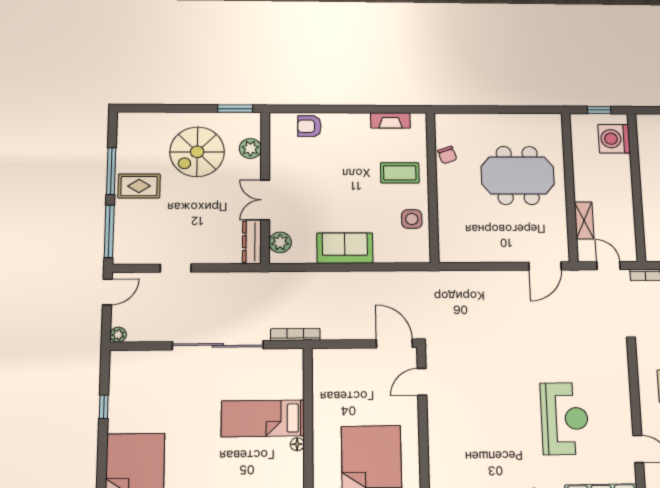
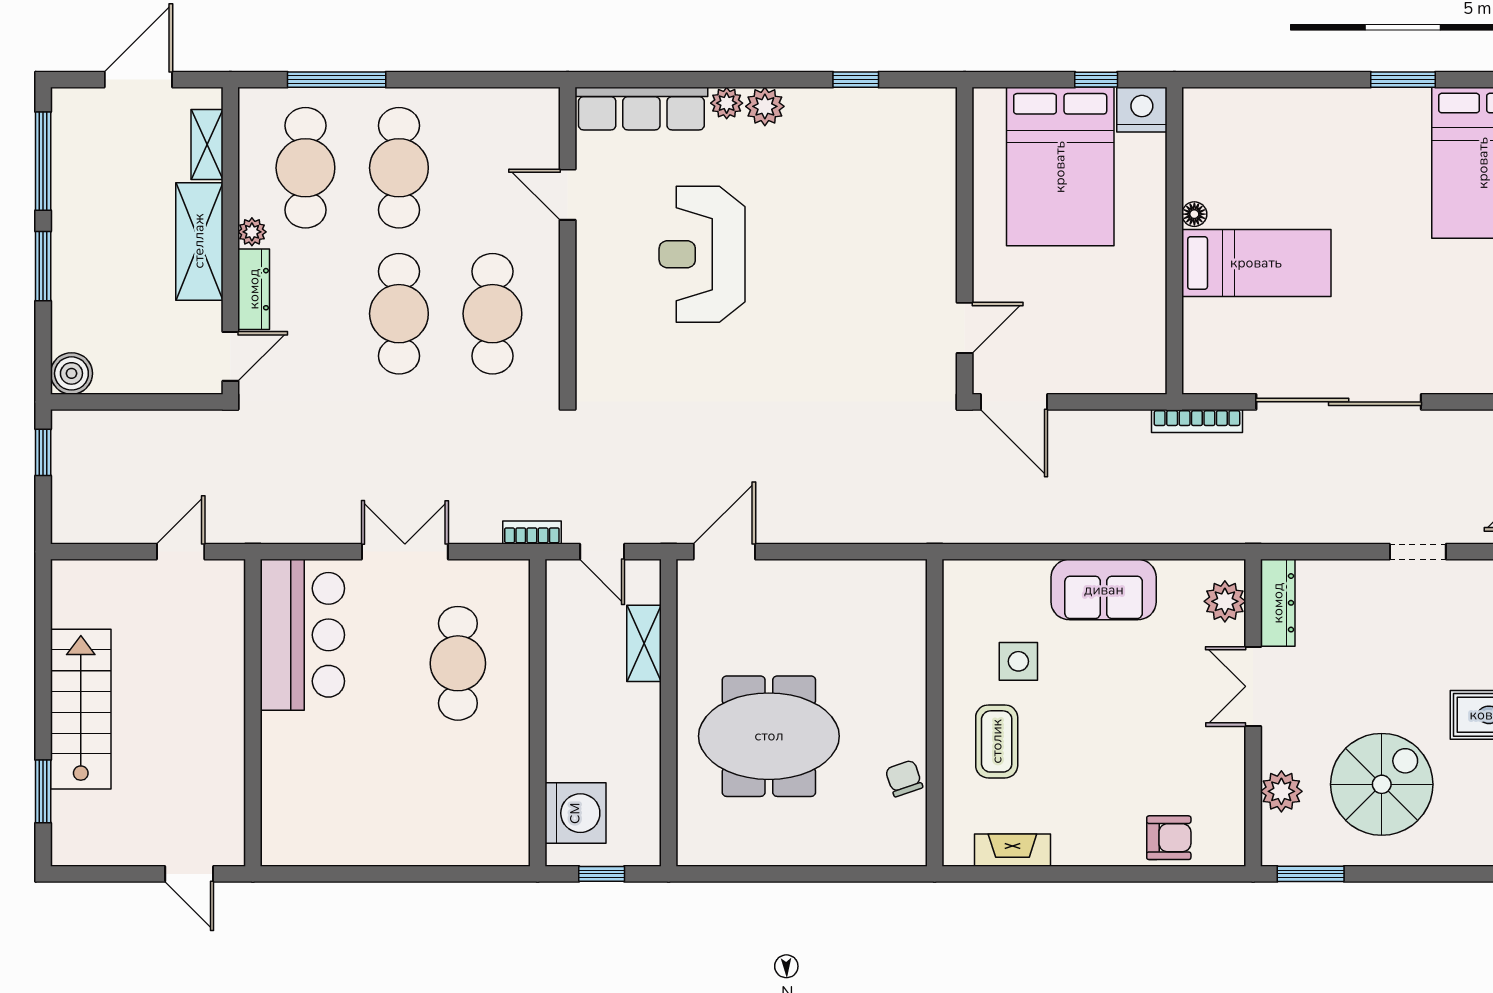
coffee table: (400, 173) -> (997, 741), turned 90
double door: (265, 200) -> (1253, 686), swing flipped
side table: (412, 219) -> (1018, 661), moved

